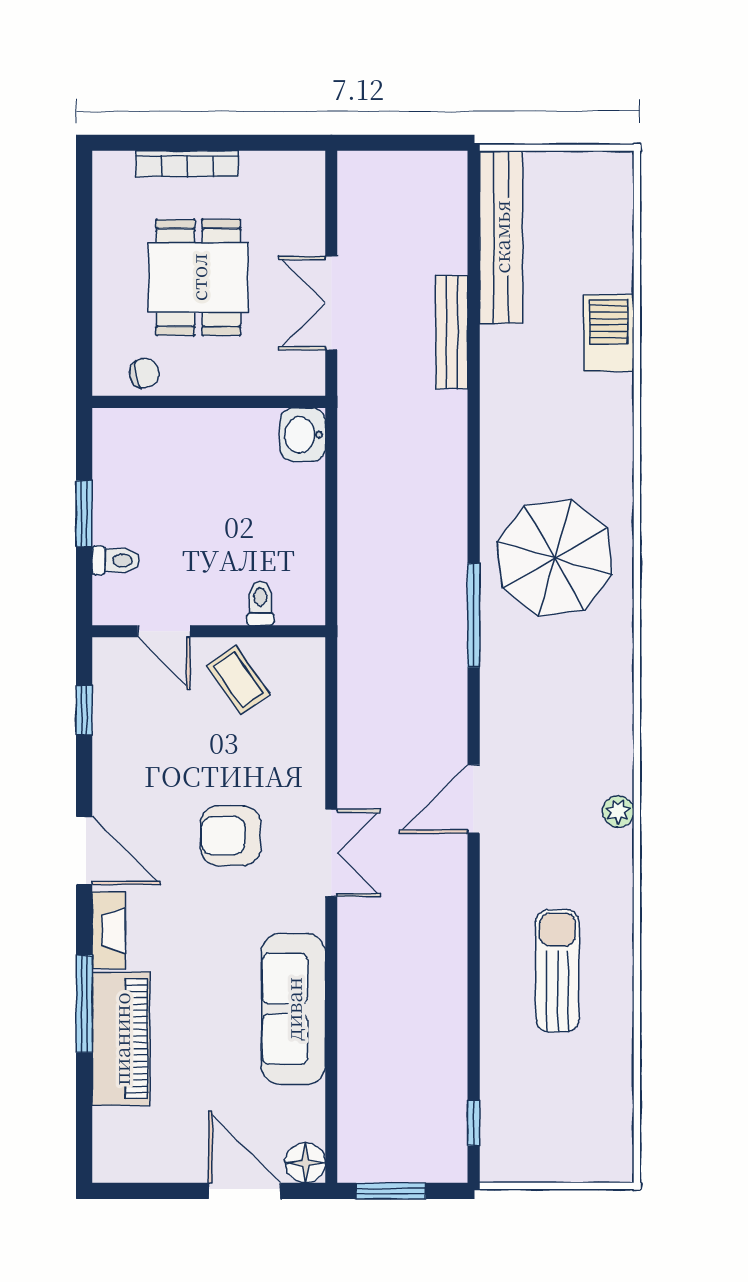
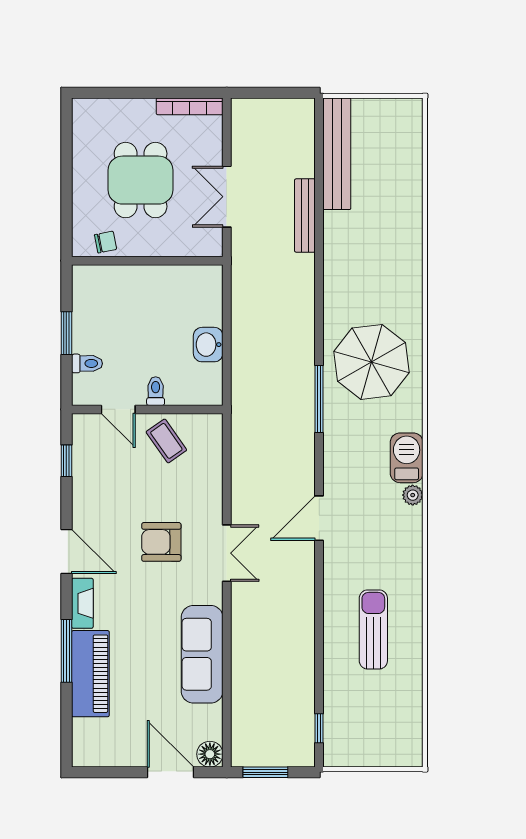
bookcase: (187, 164) -> (190, 106), moved
barbecue: (609, 333) -> (407, 458), moved
washbasin: (303, 435) -> (208, 345), moved
toilet: (260, 603) -> (156, 391), moved
plant: (618, 811) -> (413, 495), moved

